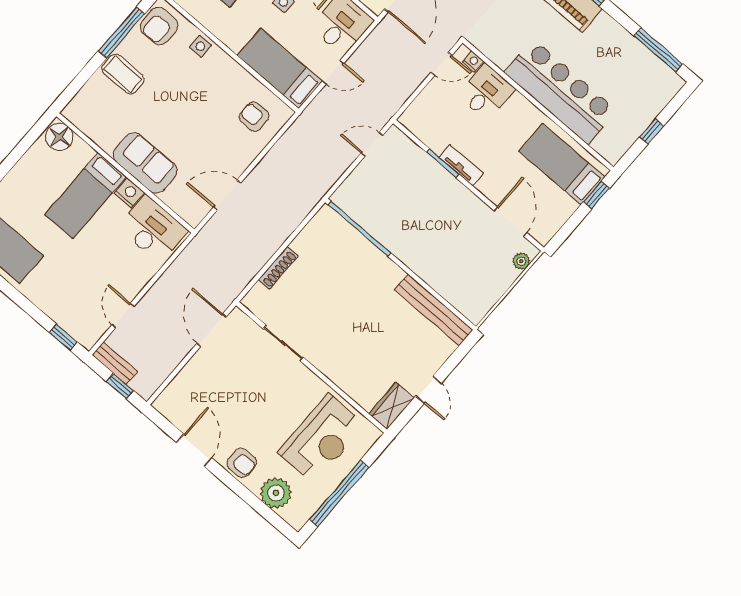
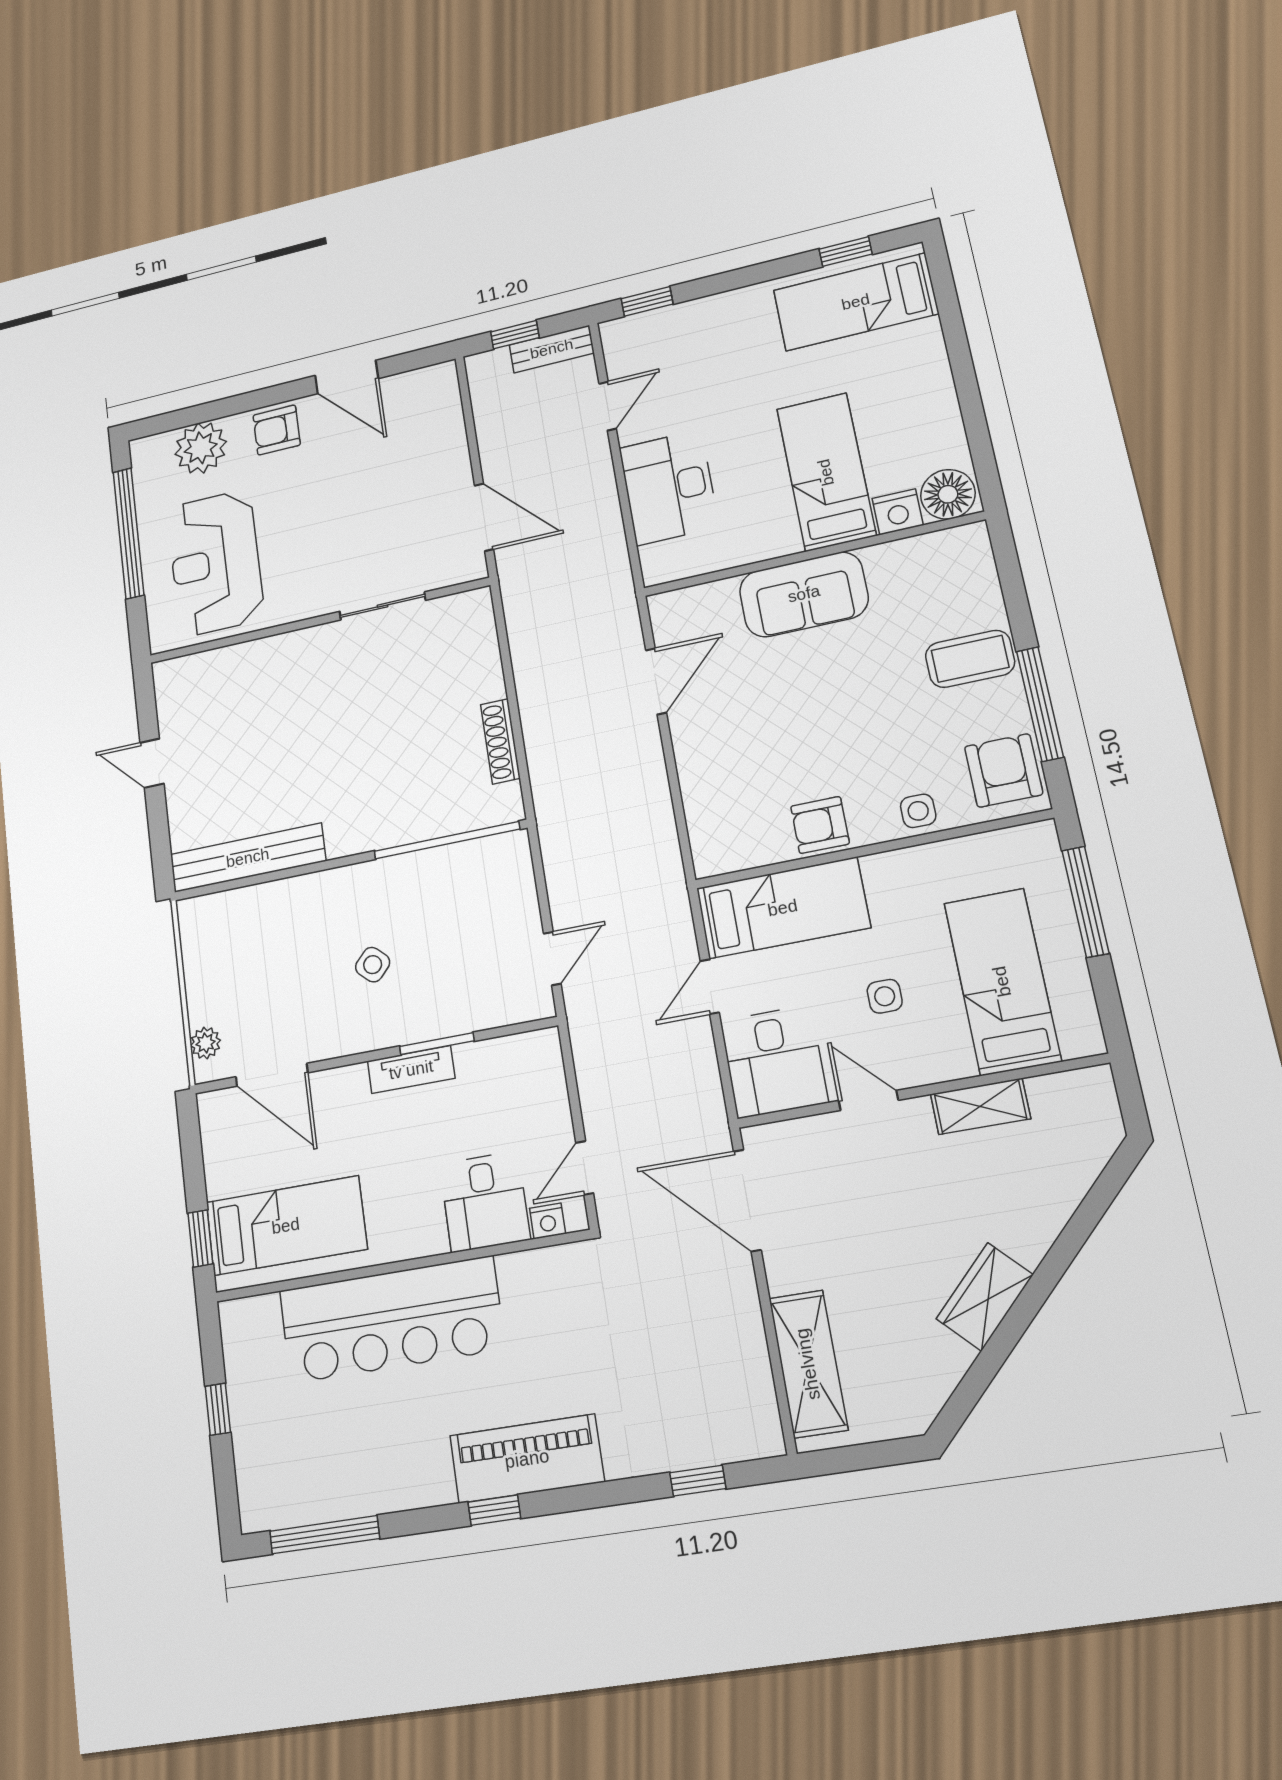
armchair: (254, 116) -> (820, 825), moved, turned 180
nightstand: (129, 193) -> (898, 512), moved
side table: (434, 217) -> (373, 965), added
desk: (153, 229) -> (669, 487), moved, turned 90
shoe rack: (278, 268) -> (500, 741), moved
door: (123, 316) -> (608, 406), hinge flipped
wardrobe: (391, 406) -> (175, 694), removed

